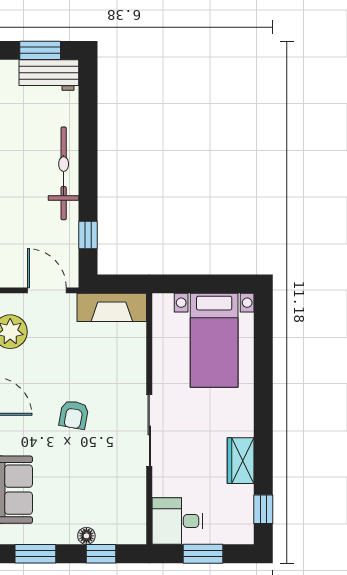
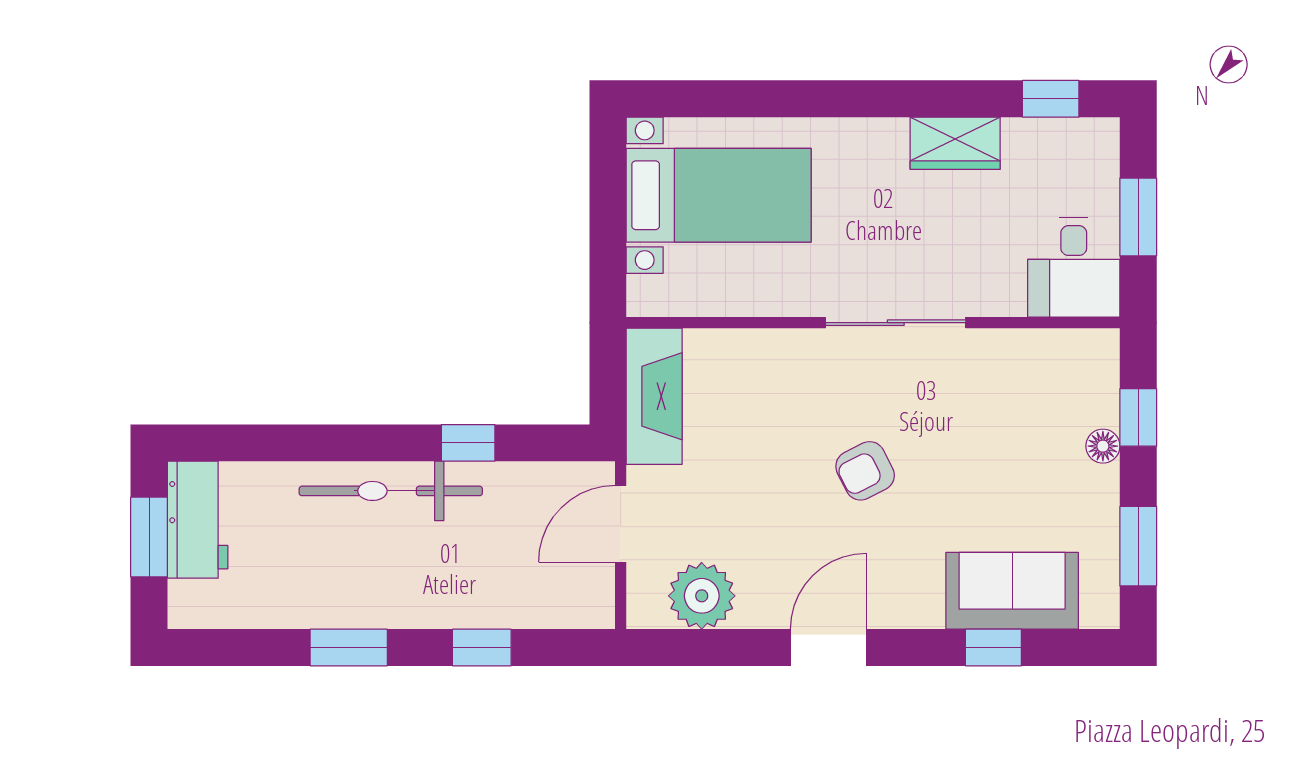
window: (88, 235) -> (468, 443), moved
armchair: (74, 415) -> (865, 471), turned 143

